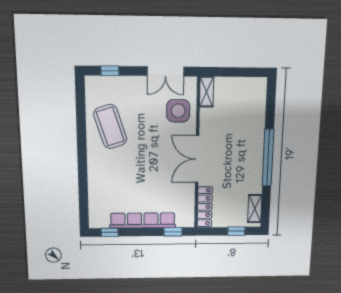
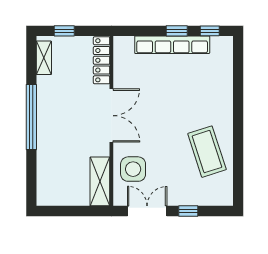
window: (110, 71) -> (188, 211), moved
shelving: (207, 92) -> (100, 181), width x1.50, depth x1.33
window: (173, 232) -> (177, 31), moved

